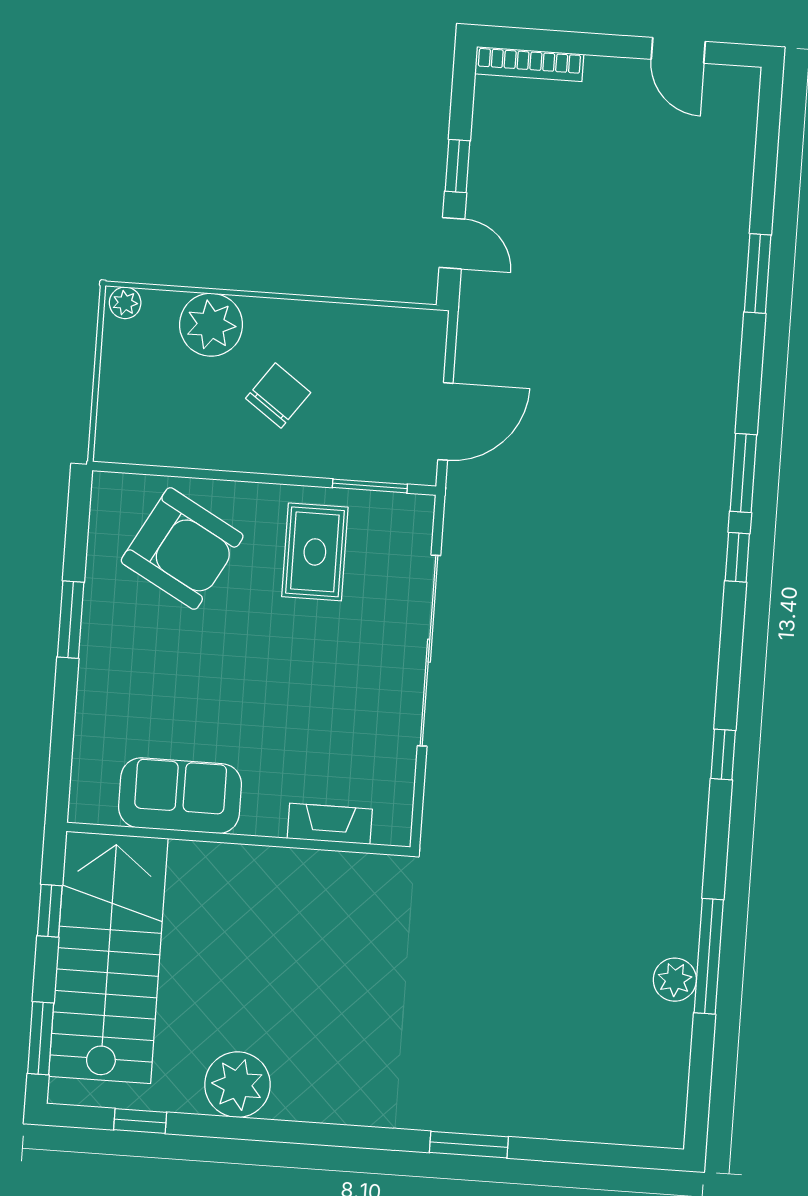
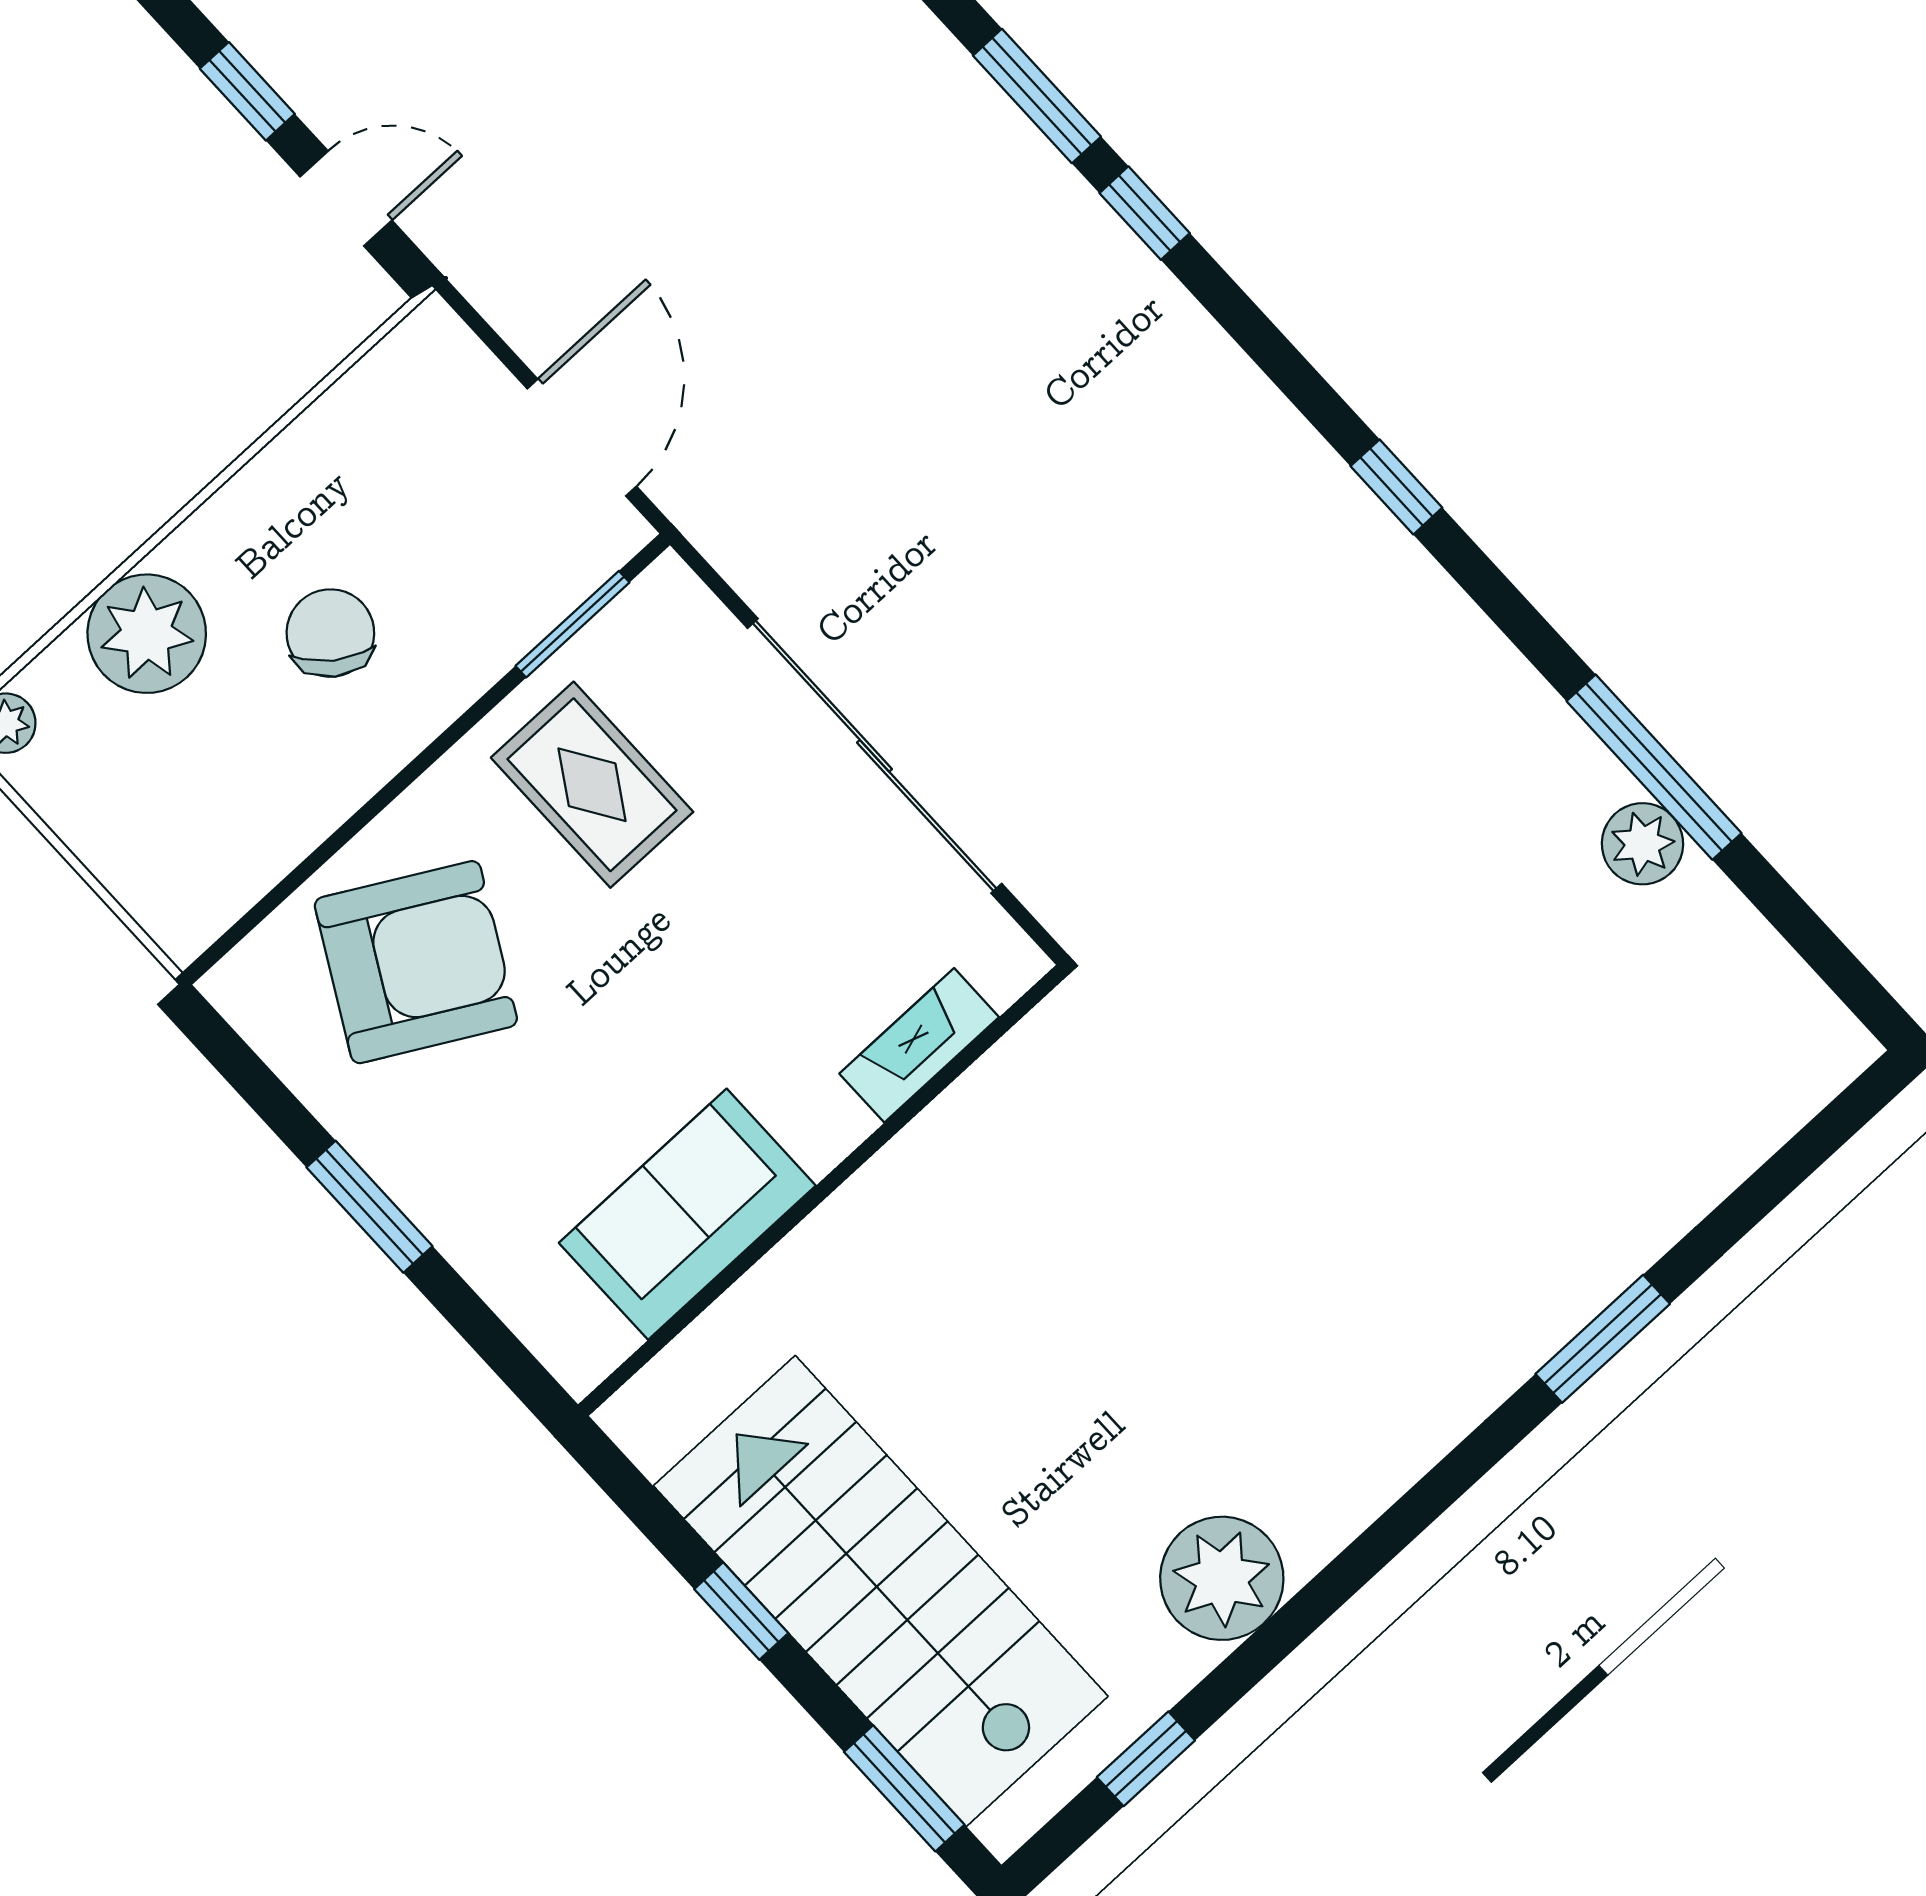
sofa: (180, 796) -> (687, 1214), moved
fireplace: (330, 824) -> (919, 1045), moved
wall: (238, 839) -> (822, 1190), moved

